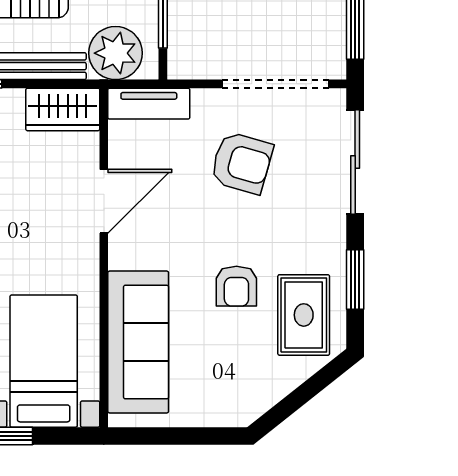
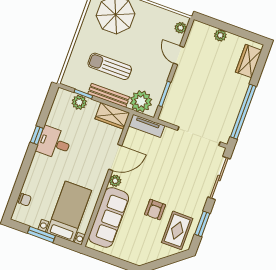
armchair: (242, 163) -> (175, 162), removed
plant: (122, 254) -> (115, 181), added

